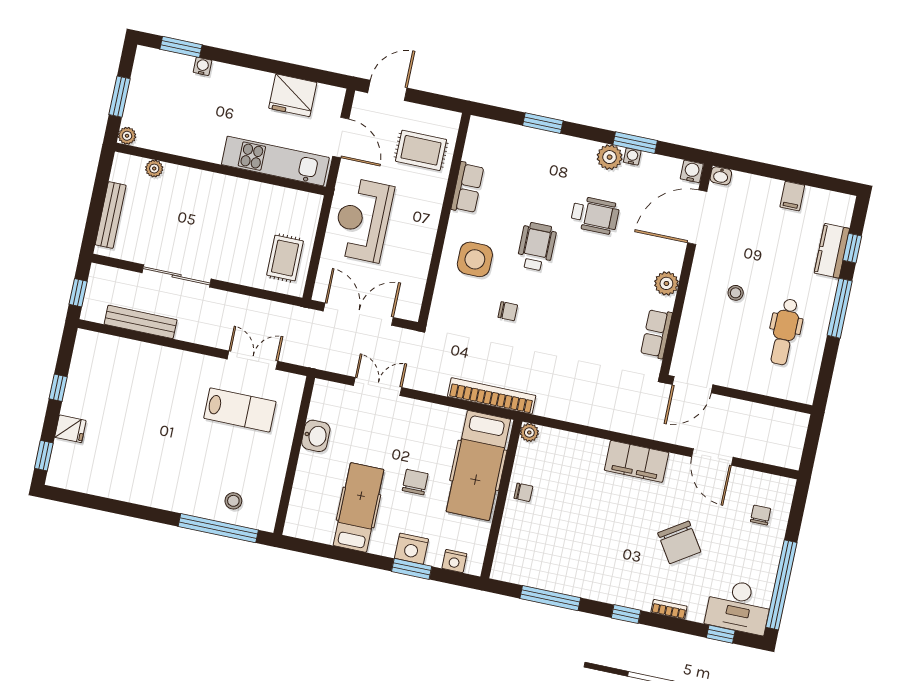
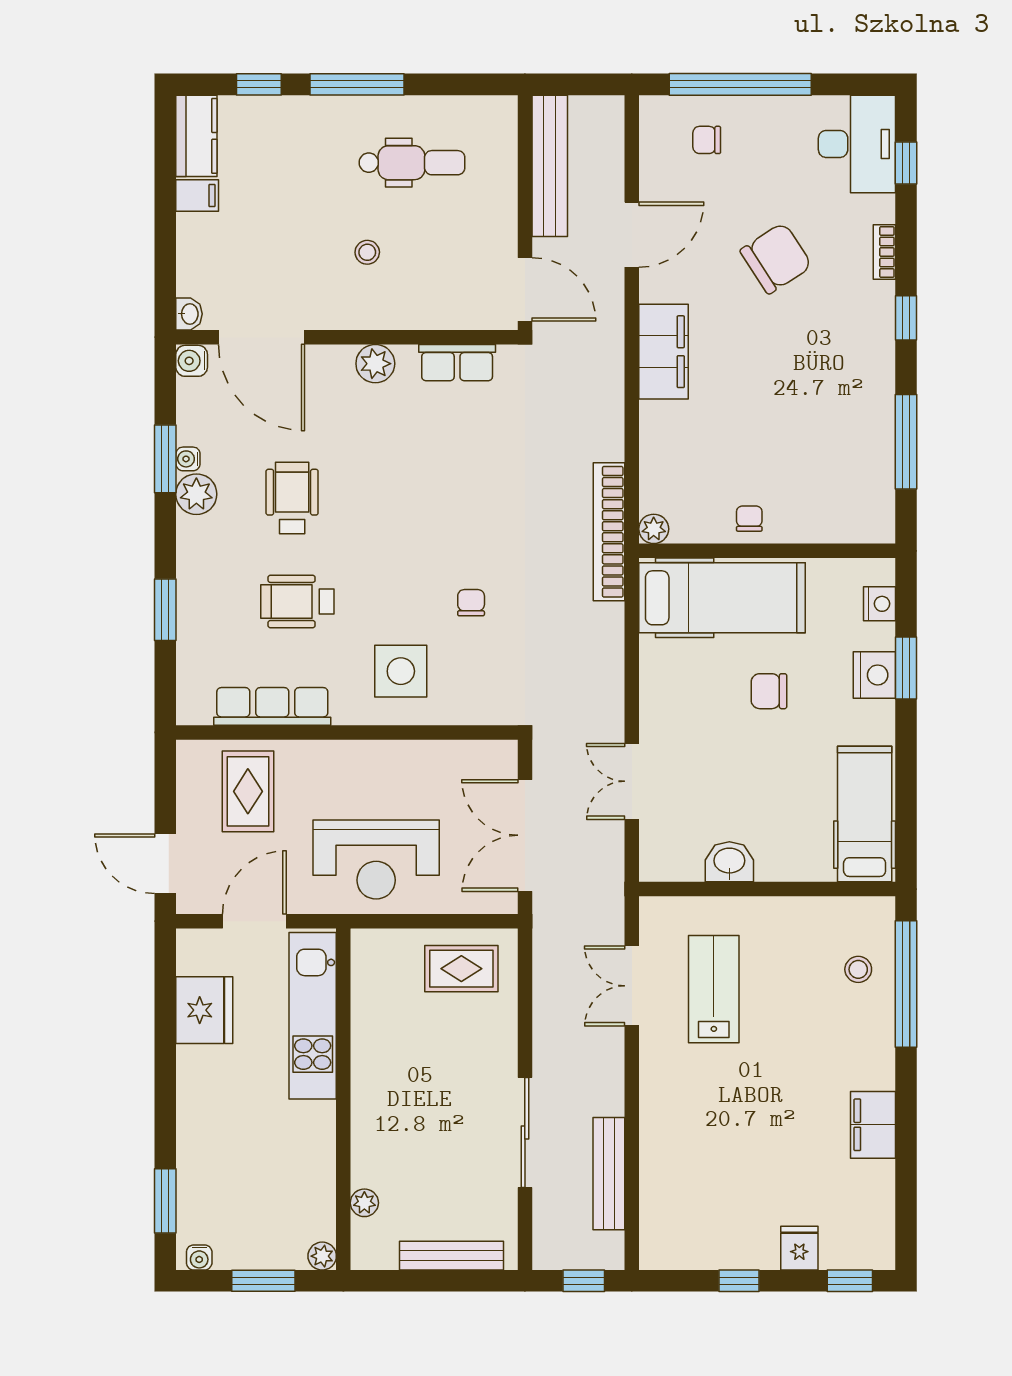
water cooler: (203, 66) -> (199, 1257), moved, turned -90
row of seats: (467, 188) -> (272, 706), width x1.48
wheelchair: (537, 247) -> (297, 601), moved
kitchen counter: (832, 251) -> (196, 136), moved, turned -90
bookcase: (492, 396) -> (609, 532), moved
bench: (765, 416) -> (550, 166), added
filing cabinet: (136, 490) -> (873, 1125), added
hospital bed: (359, 507) -> (865, 814), moved, turned 90
window: (781, 585) -> (740, 84), moved

